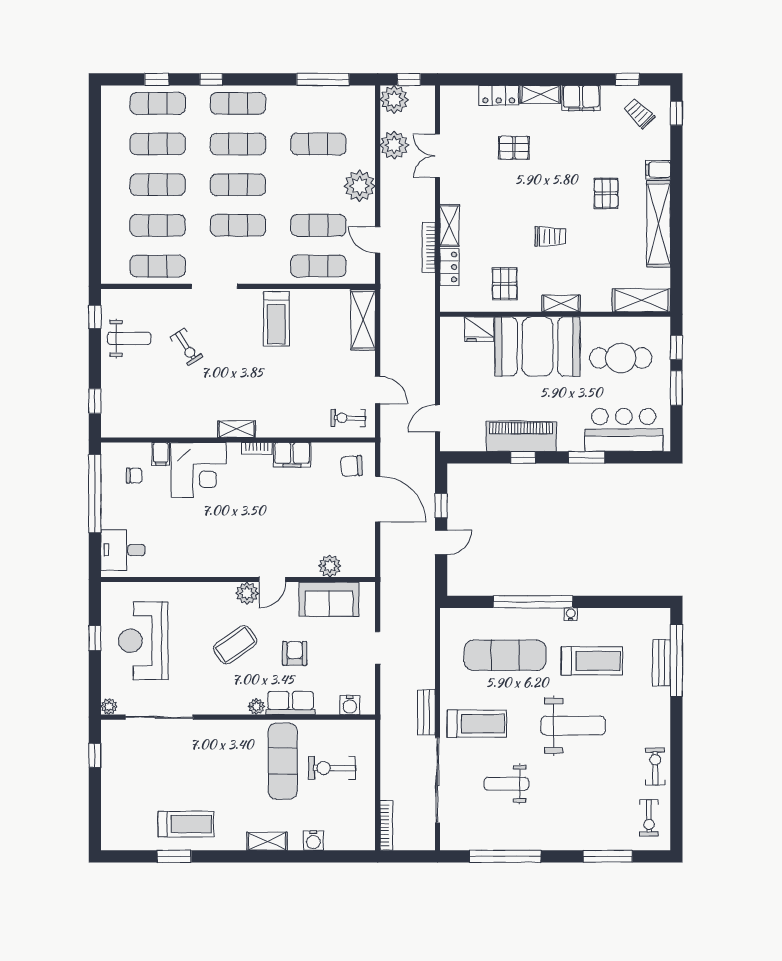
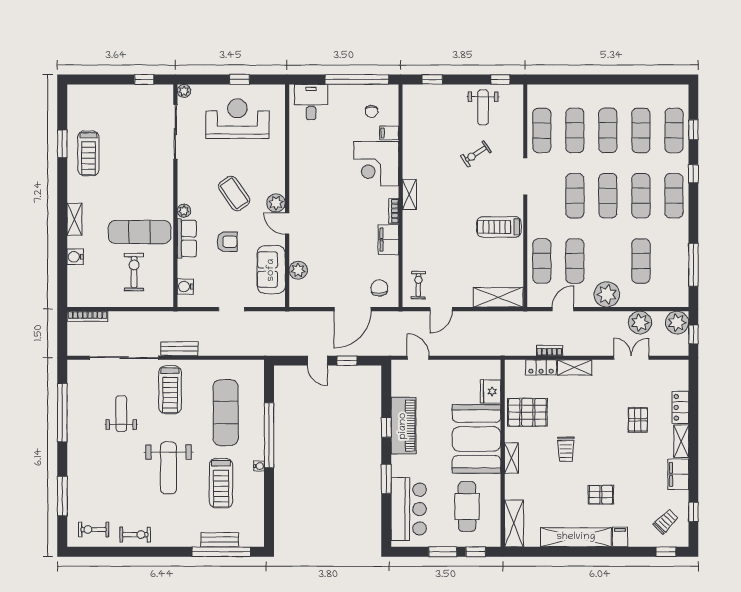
bookcase: (429, 248) -> (549, 351), width x0.64
pallet: (505, 284) -> (527, 412), width x1.50, depth x1.42

